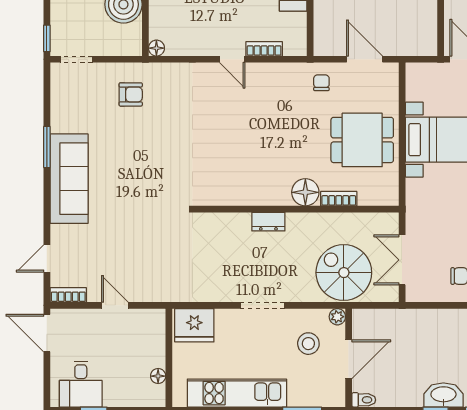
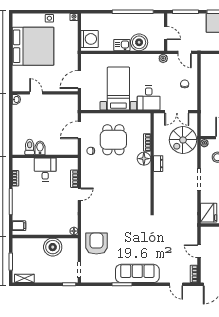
armchair: (131, 94) -> (96, 244), width x1.88, depth x1.88
dining table: (362, 140) -> (113, 140), moved
desk: (430, 202) -> (149, 98), added
dresser: (268, 222) -> (158, 164), moved
door: (115, 305) -> (199, 251), hinge flipped

